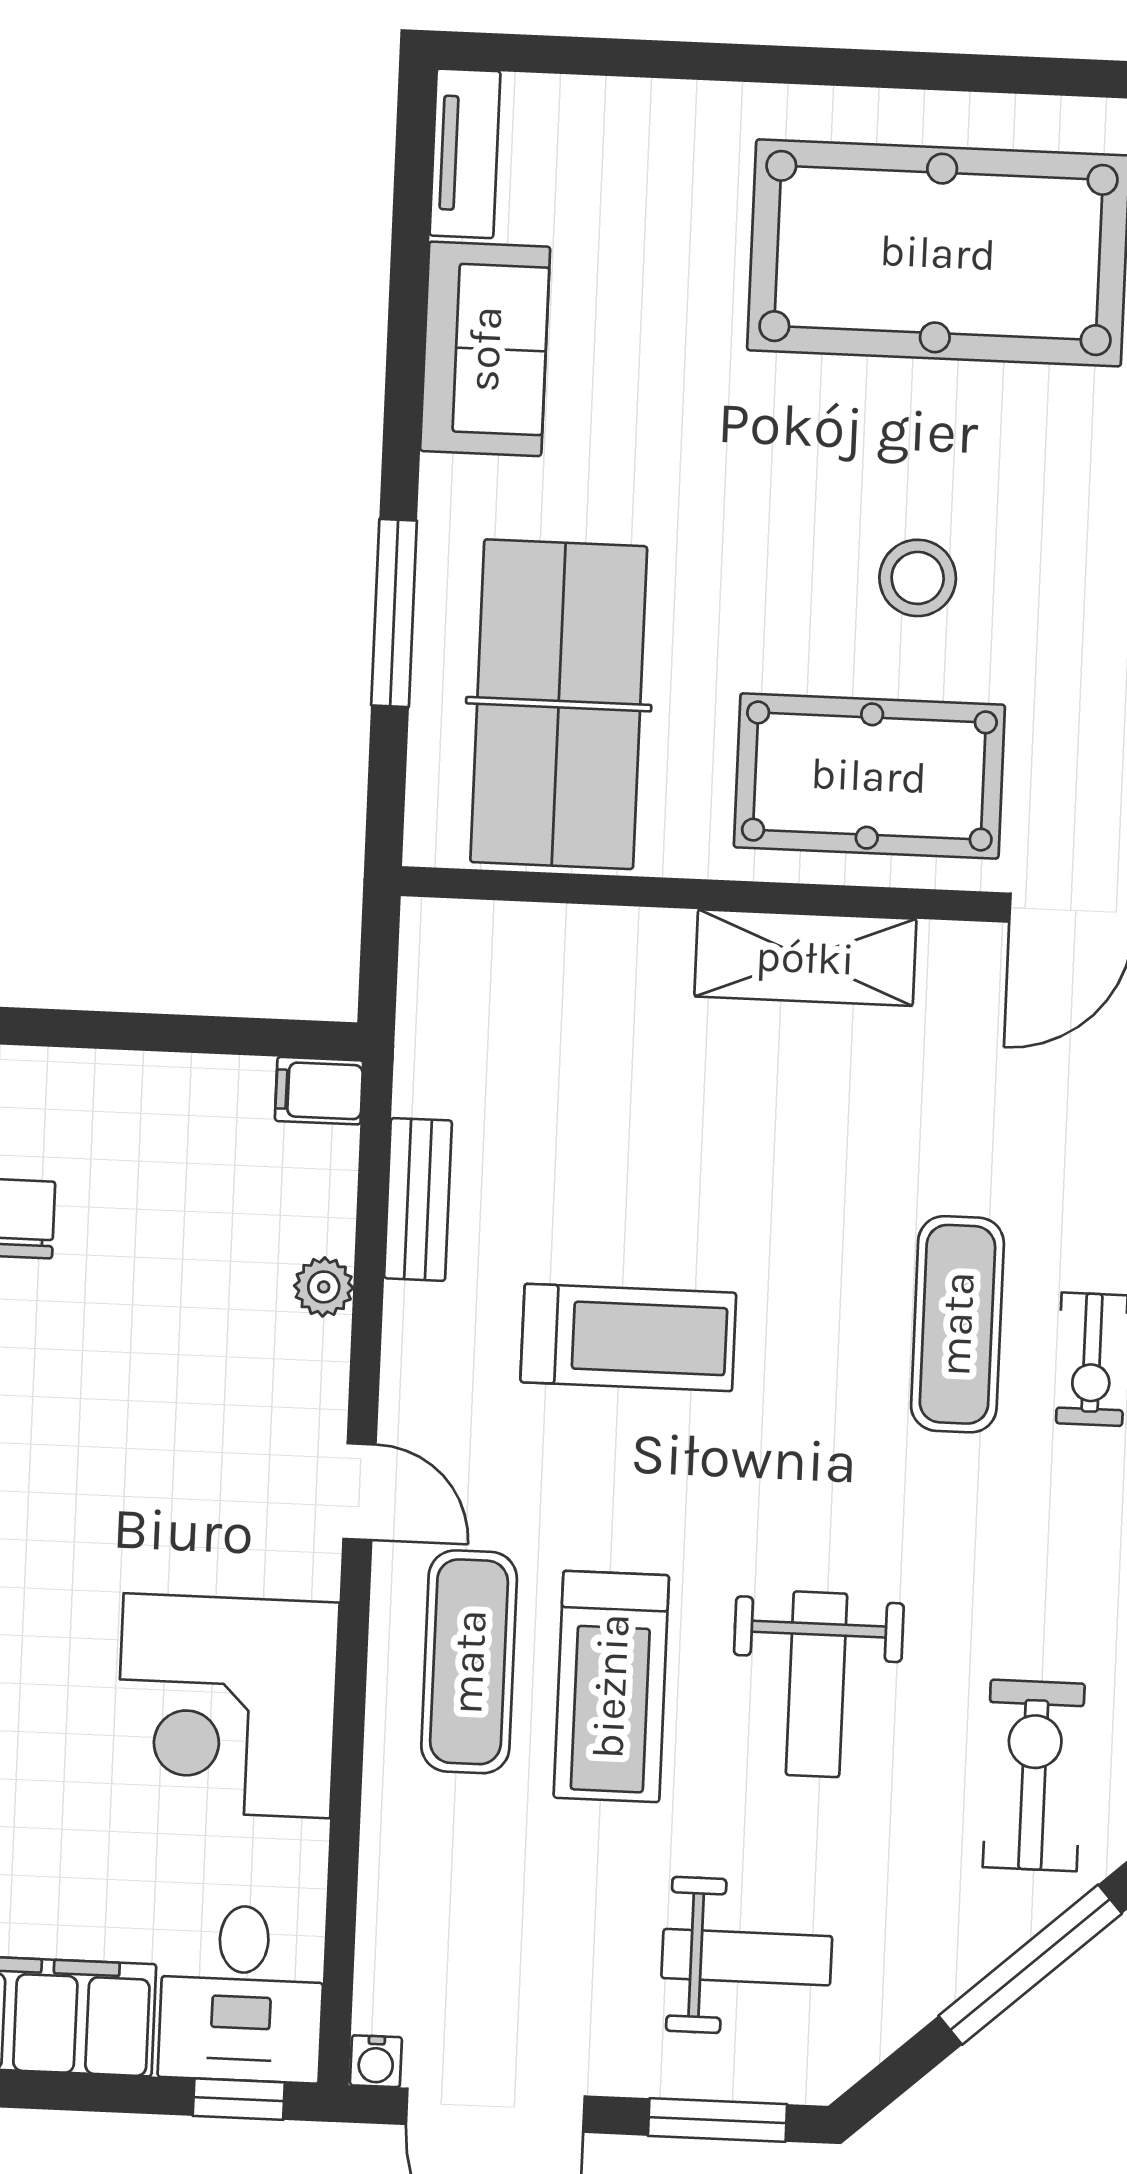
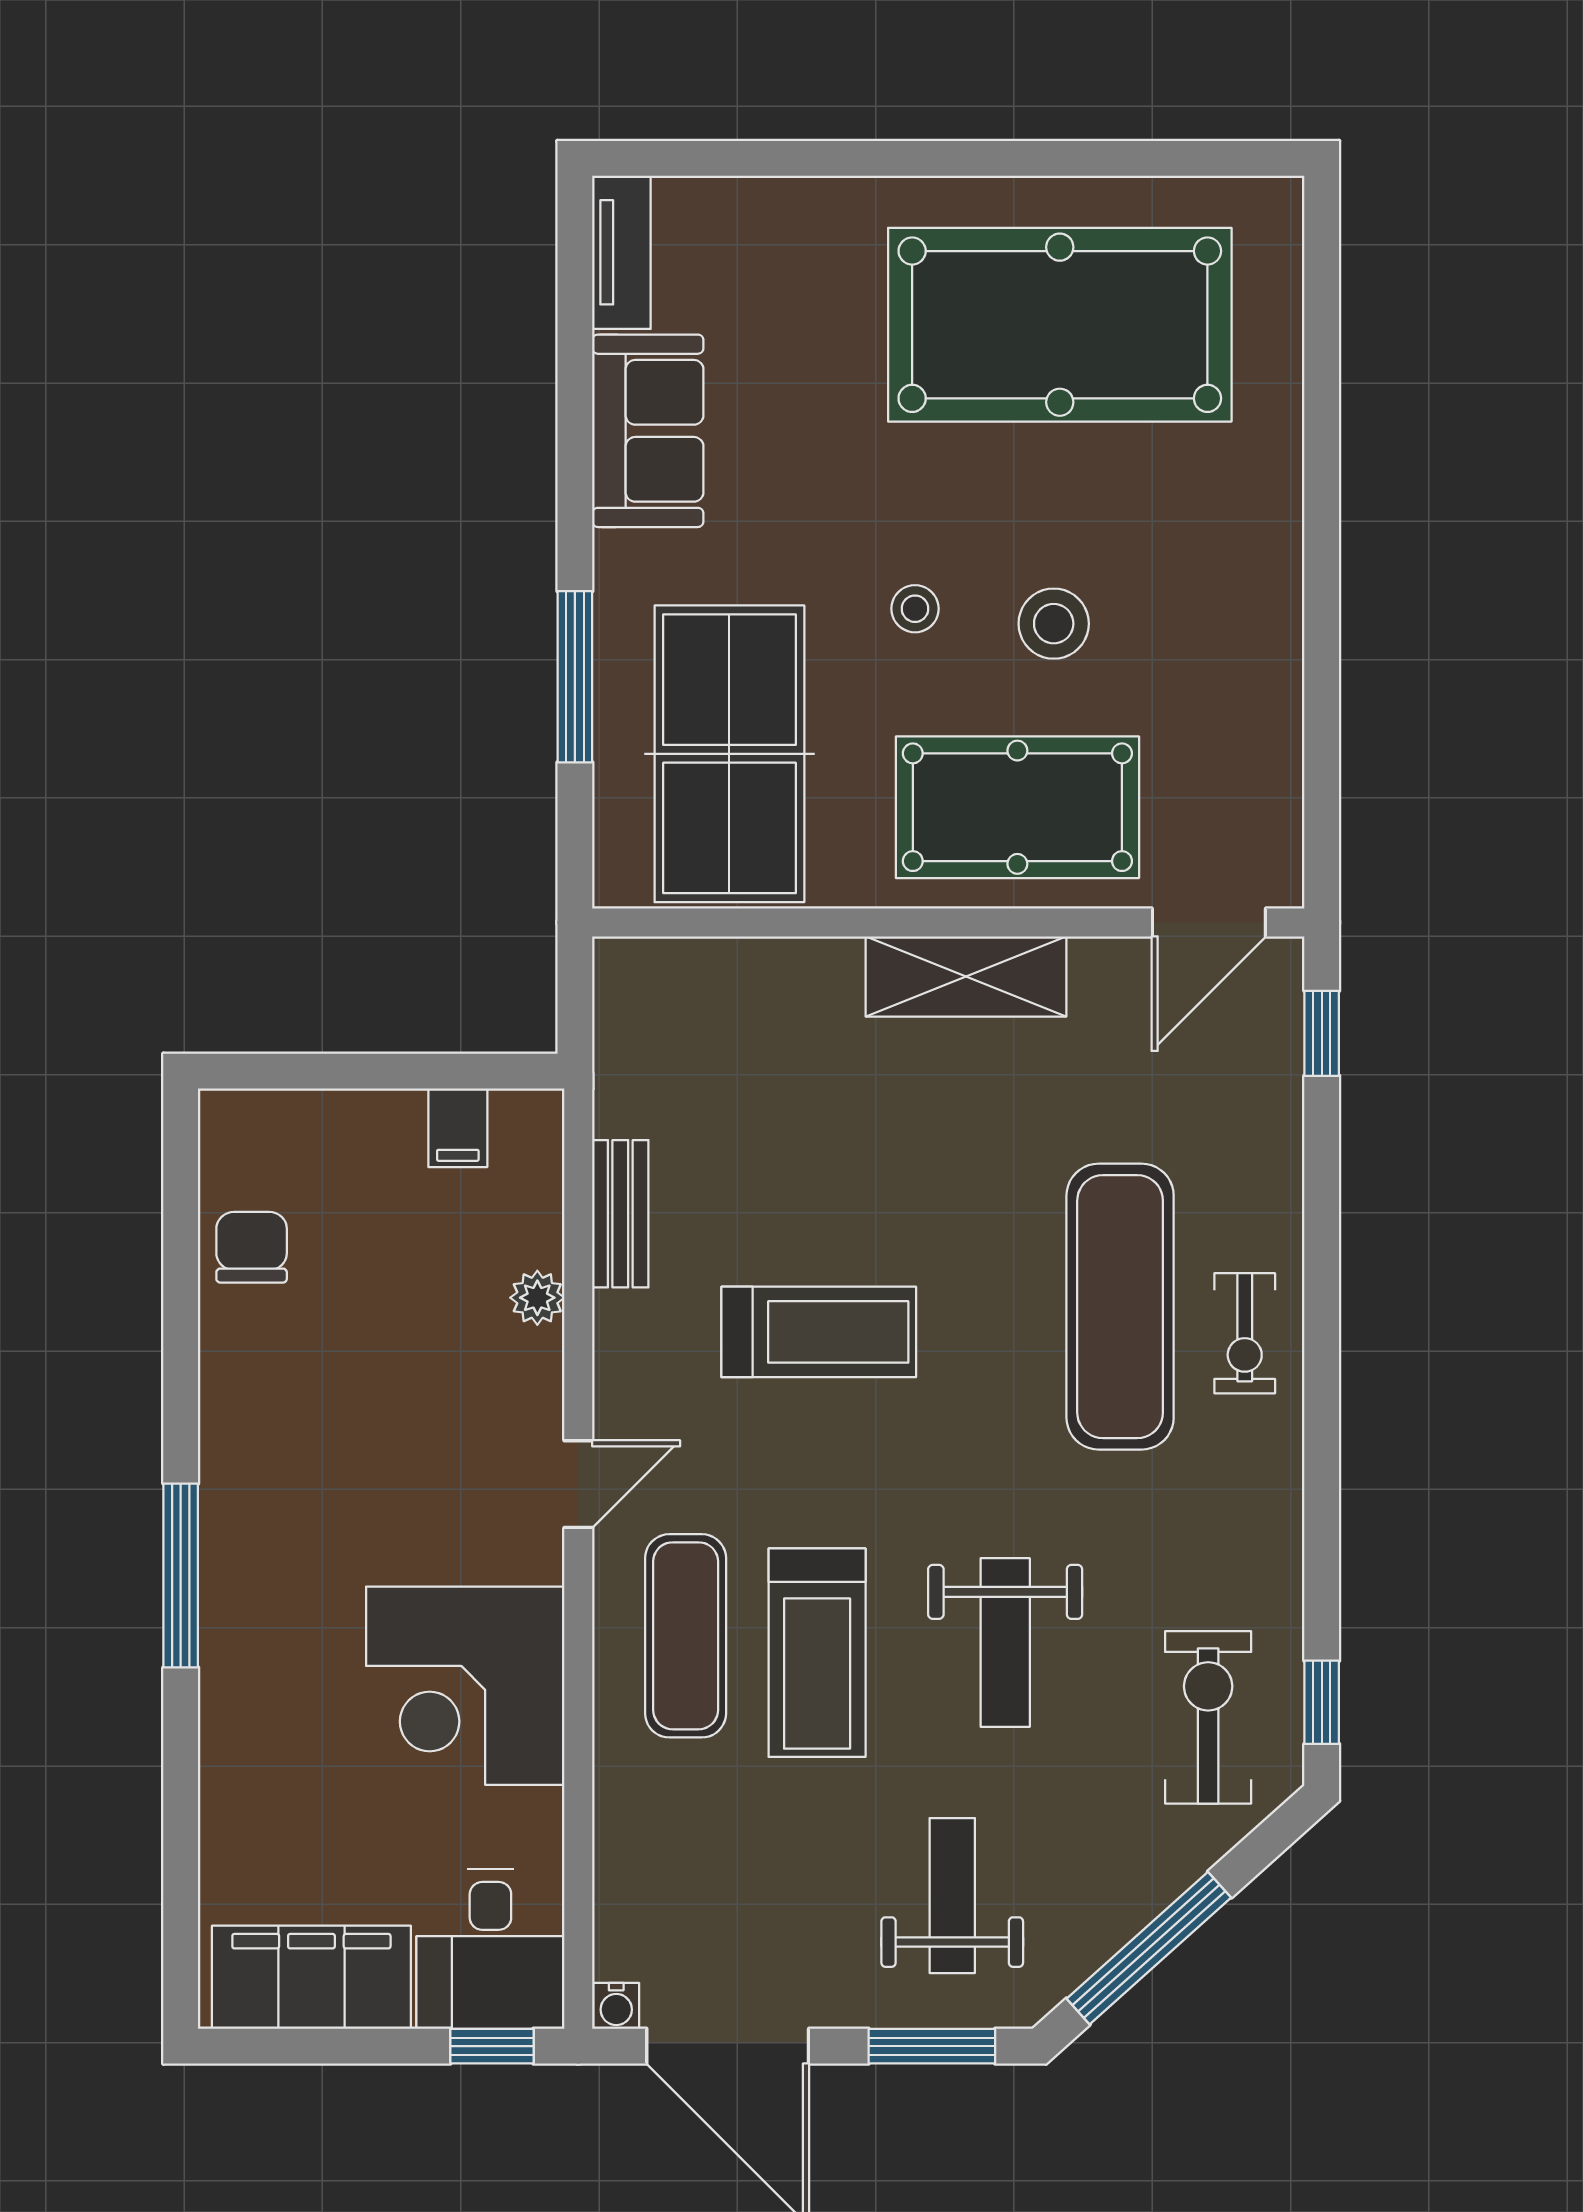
stool: (767, 555) -> (915, 609), added
filing cabinet: (319, 1091) -> (458, 1128), moved, turned -90
exercise mat: (957, 1324) -> (1120, 1307), width x1.36, depth x1.45
door: (359, 1492) -> (578, 1484), hinge flipped
weight bench: (747, 1957) -> (952, 1896), turned -90
window: (1030, 1965) -> (1149, 1948), moved

